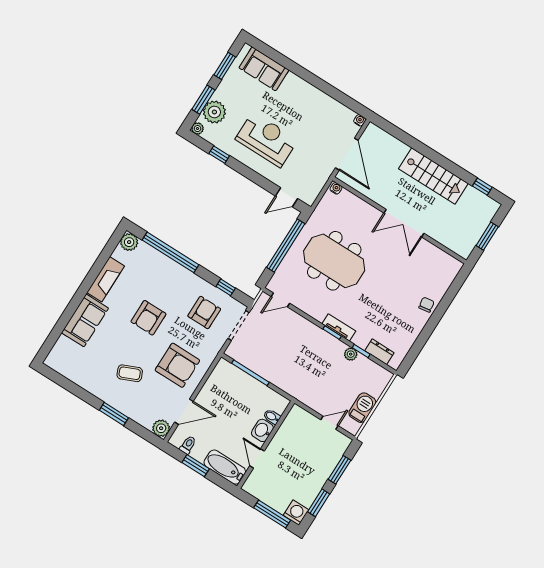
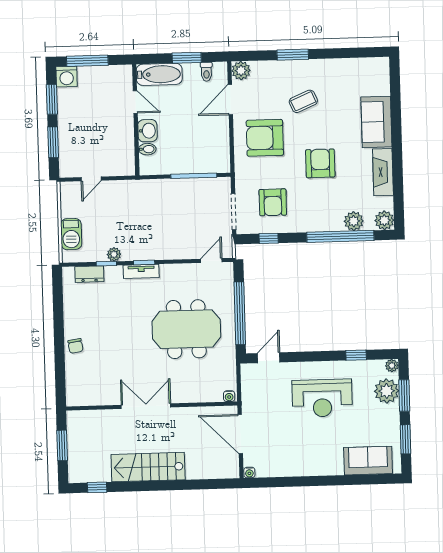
plant: (153, 257) -> (354, 221), added
barbecue: (362, 408) -> (71, 234), moved

